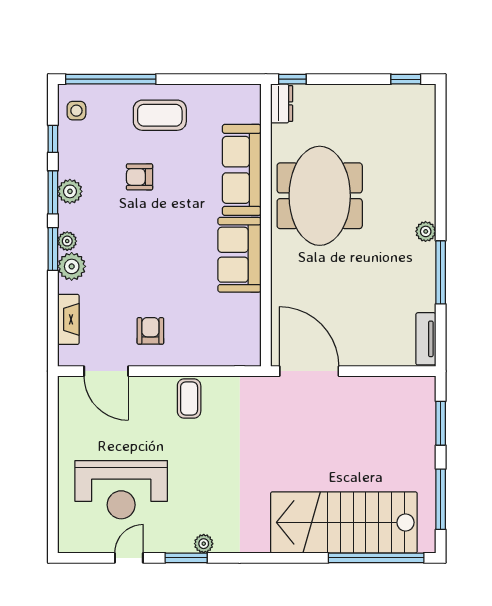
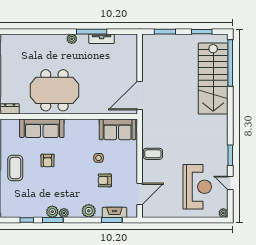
side table: (76, 111) -> (99, 158), moved
armchair: (140, 177) -> (48, 160), moved
plant: (67, 241) -> (64, 213), moved
window: (53, 249) -> (112, 220), moved
sofa: (240, 255) -> (118, 129), moved
armchair: (150, 331) -> (105, 180), moved
tv unit: (426, 339) -> (102, 39), moved
window: (441, 499) -> (202, 32), width x0.69
plant: (204, 544) -> (223, 213), moved

